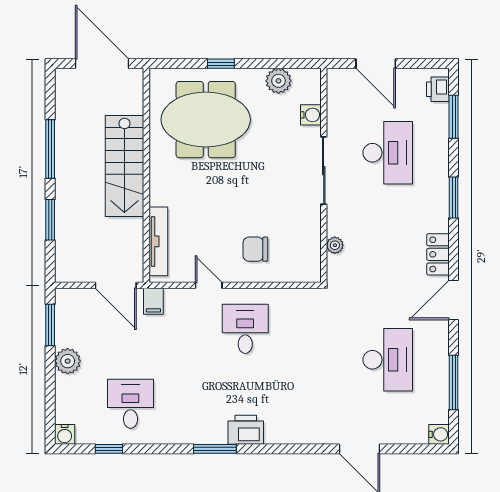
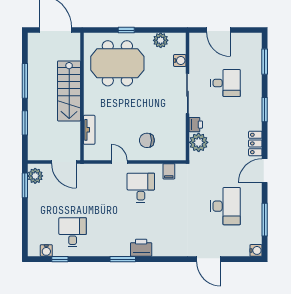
printer: (438, 89) -> (196, 125), moved, turned 180
desk: (388, 153) -> (226, 83), width x0.73
tv unit: (158, 241) -> (89, 130), width x0.71
plant: (335, 245) -> (199, 142), width x1.88, depth x1.88
filing cabinet: (153, 301) -> (169, 171), moved
plant: (68, 361) -> (35, 176), moved
water cooler: (65, 434) -> (46, 251), moved

